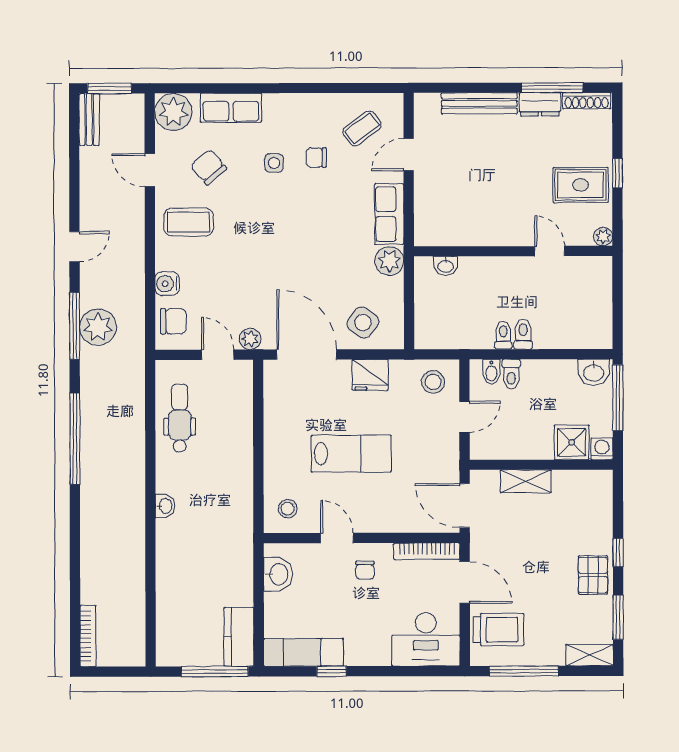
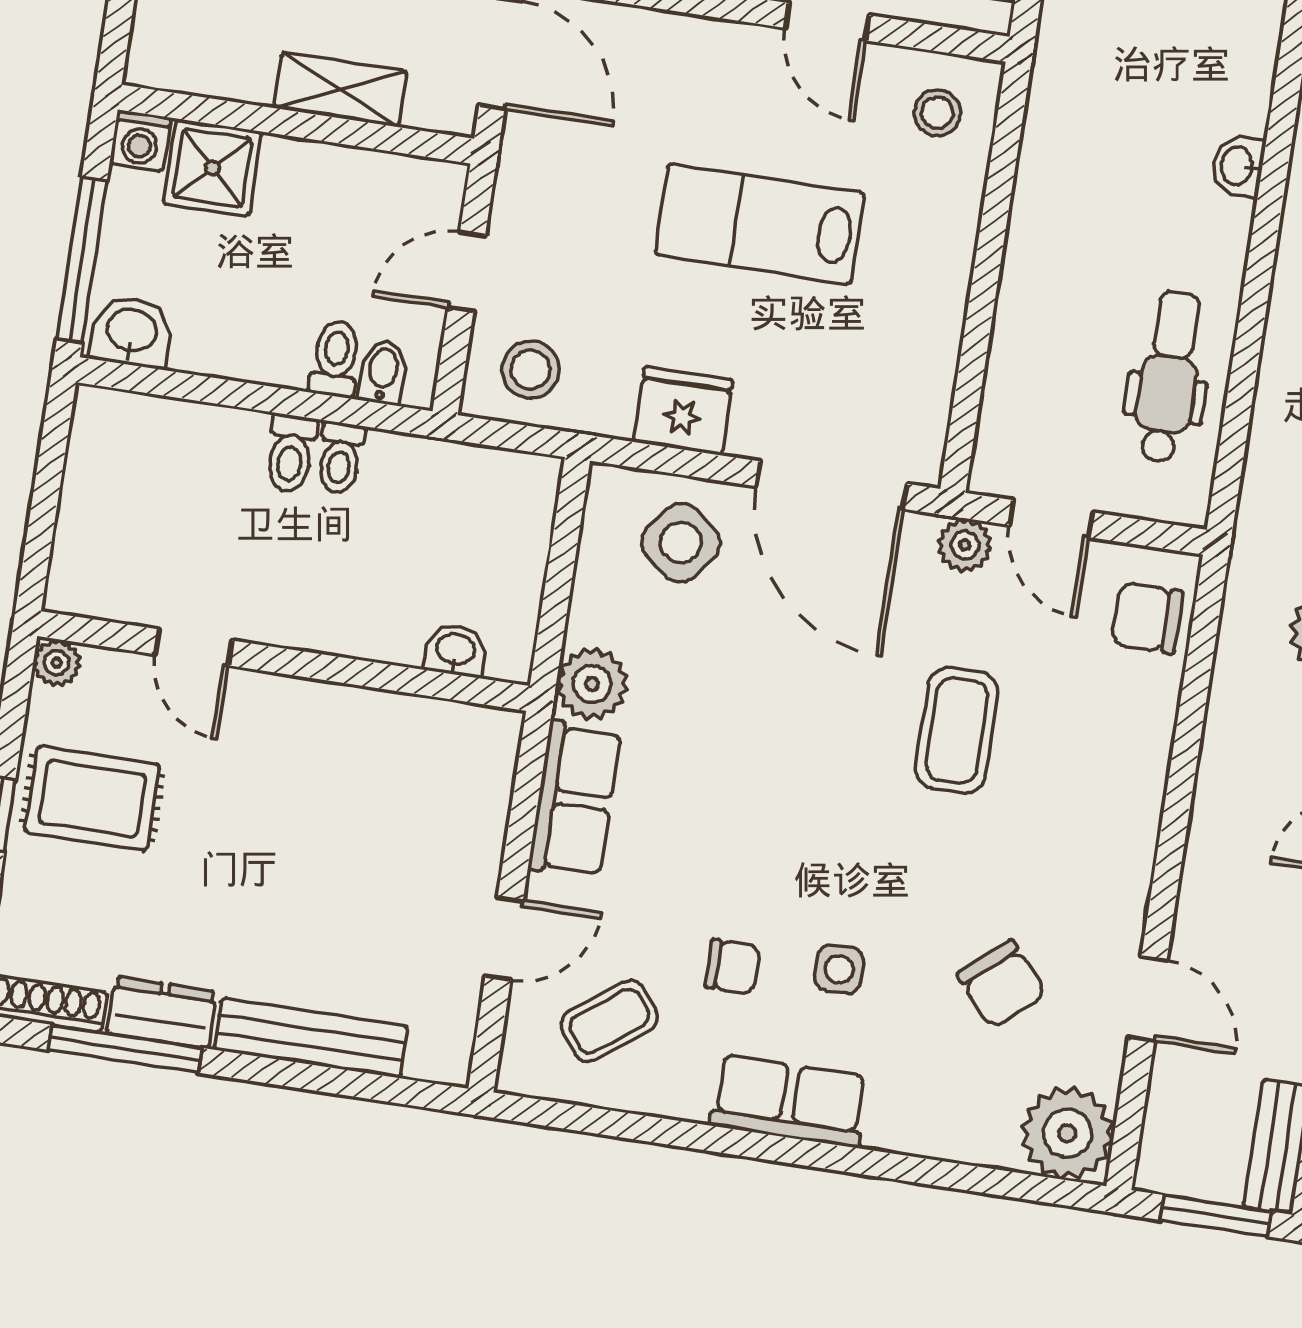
row of seats: (231, 108) -> (789, 1101), moved
coffee table: (189, 222) -> (957, 730), moved, turned 90
water cooler: (167, 284) -> (1148, 713), removed
dental chair: (180, 418) -> (1169, 377), turned 180

